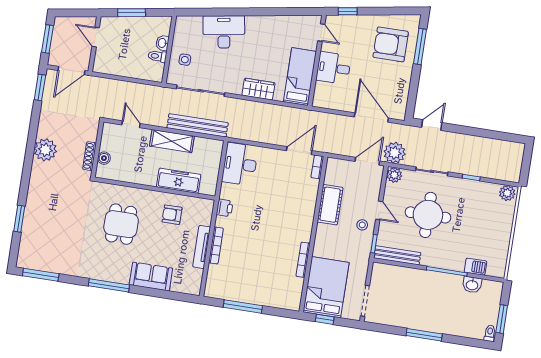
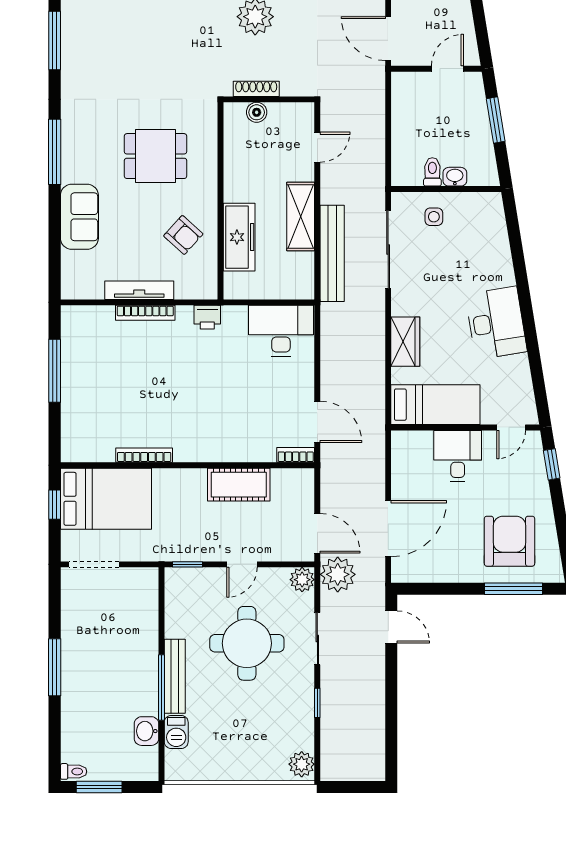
desk: (224, 32) -> (496, 323), moved
armchair: (172, 215) -> (183, 235), turned 132
stool: (362, 225) -> (215, 541), removed
bench: (397, 255) -> (175, 676), moved

